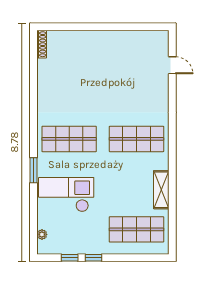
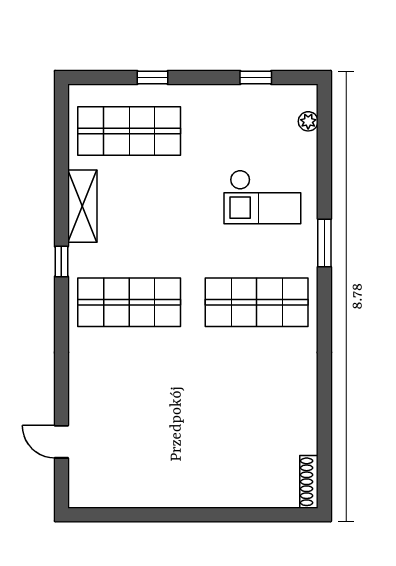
window: (172, 160) -> (61, 261), added
checkout: (66, 195) -> (262, 197), width x0.73, depth x0.83
window: (94, 258) -> (153, 78), moved

